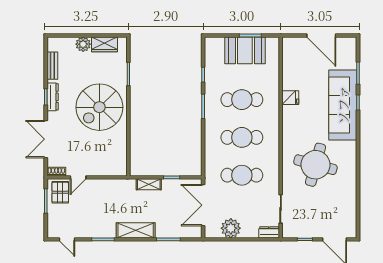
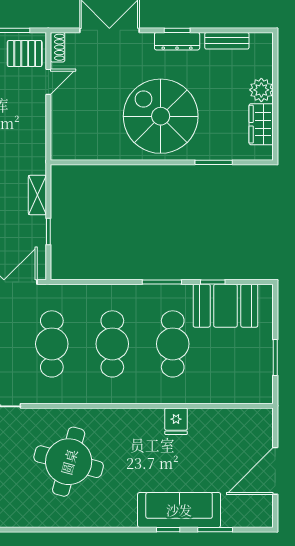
booth: (245, 50) -> (225, 306), moved, turned 90
sofa: (343, 105) -> (179, 510), width x0.74, depth x0.79
door: (78, 177) -> (48, 82), swing flipped

